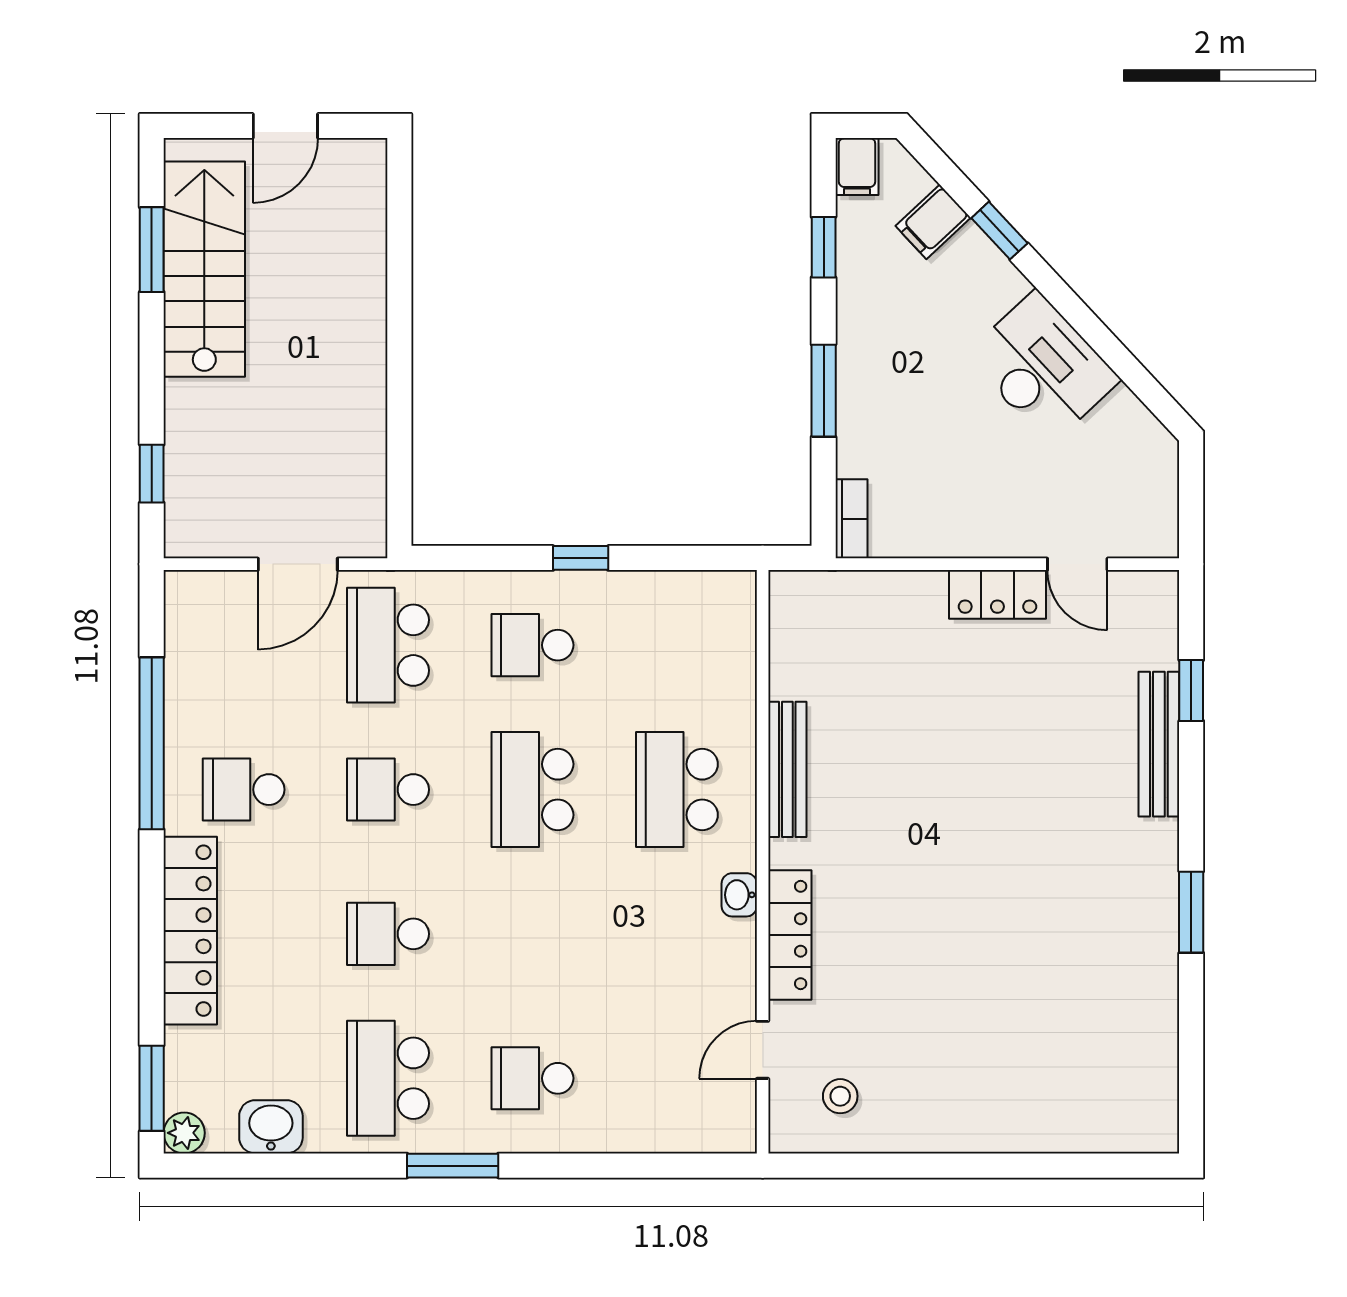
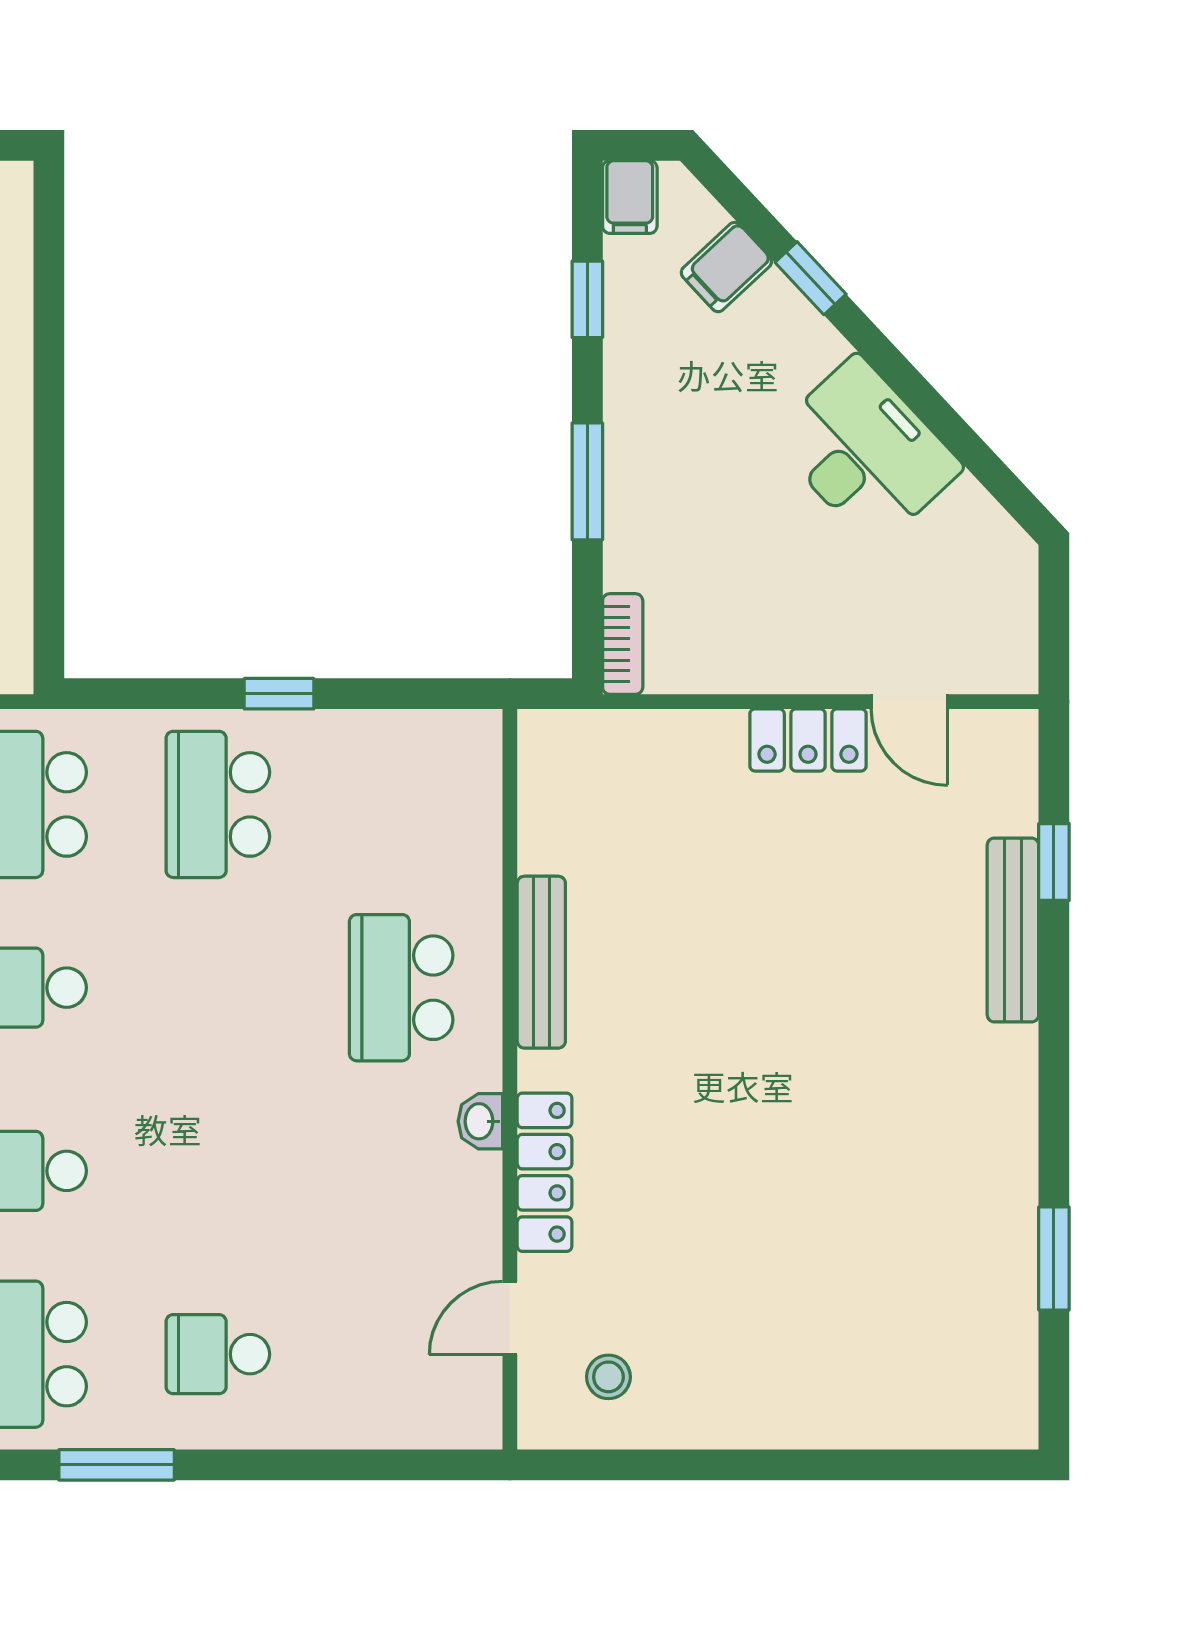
school desk: (532, 645) -> (218, 804), width x1.85
school desk: (532, 790) -> (218, 988), removed
window: (1191, 912) -> (1054, 1258), moved

